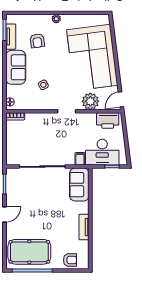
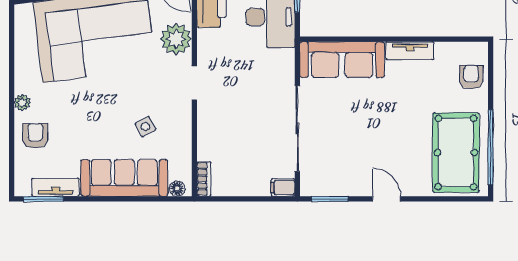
armchair: (37, 41) -> (35, 136), moved, turned -82
sofa: (16, 67) -> (124, 178), width x1.36
filing cabinet: (80, 159) -> (283, 187), moved
sofa: (79, 185) -> (342, 60), width x1.36

